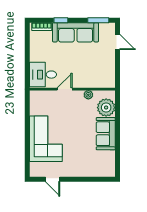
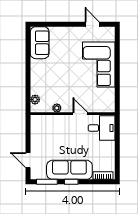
window: (61, 20) -> (71, 182), moved
door: (65, 89) -> (80, 114), swing flipped
plant: (106, 108) -> (35, 100), width x0.53, depth x0.53
sofa: (106, 134) -> (40, 43), moved

